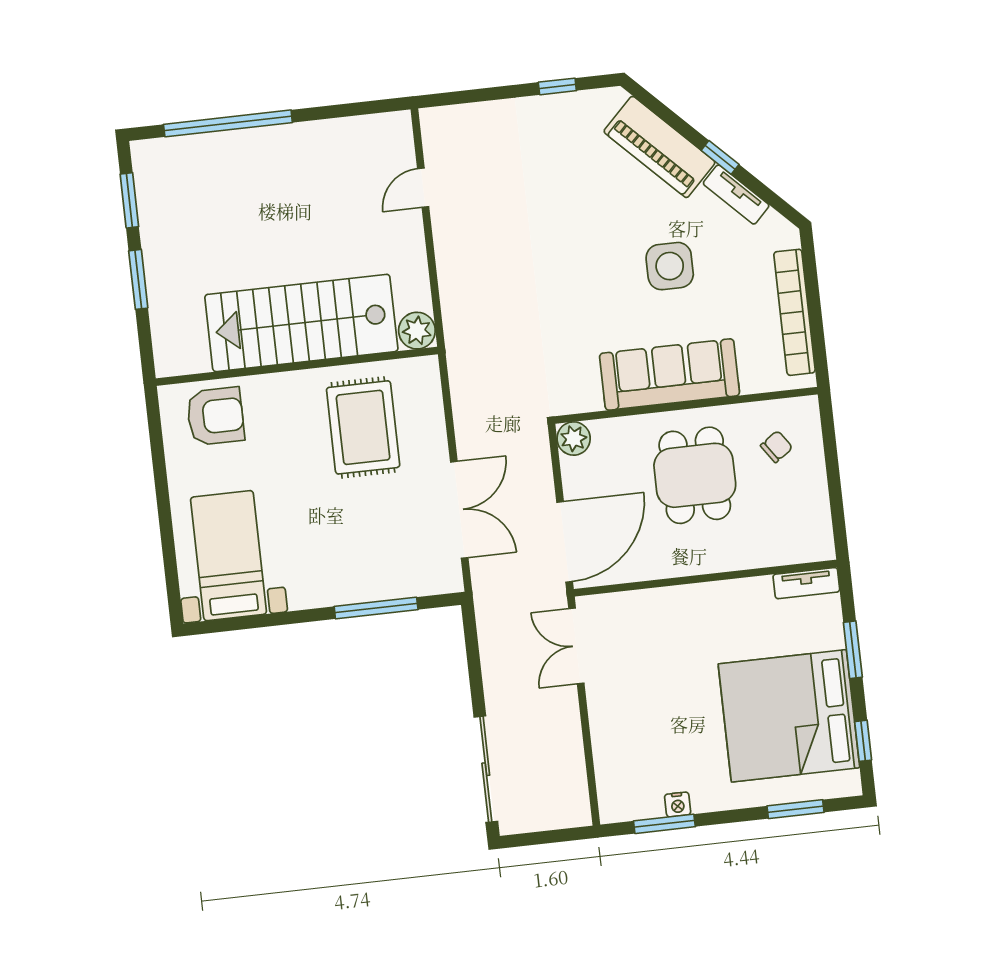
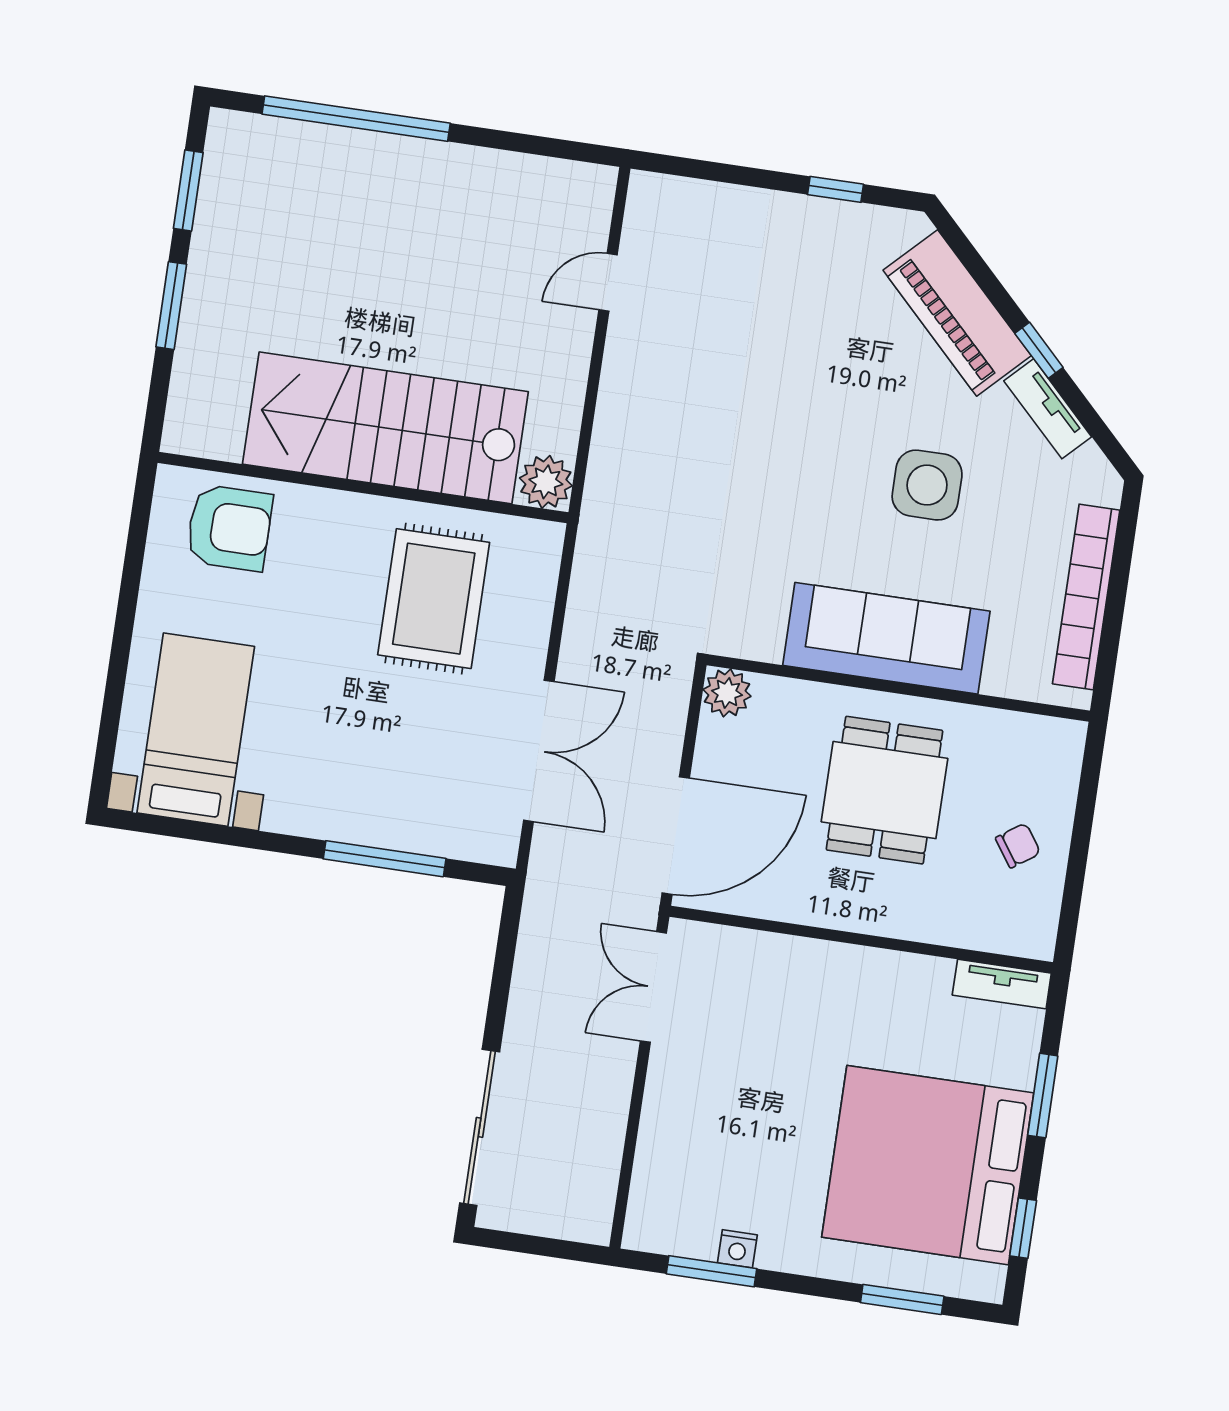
chair: (777, 447) -> (1018, 845), moved

